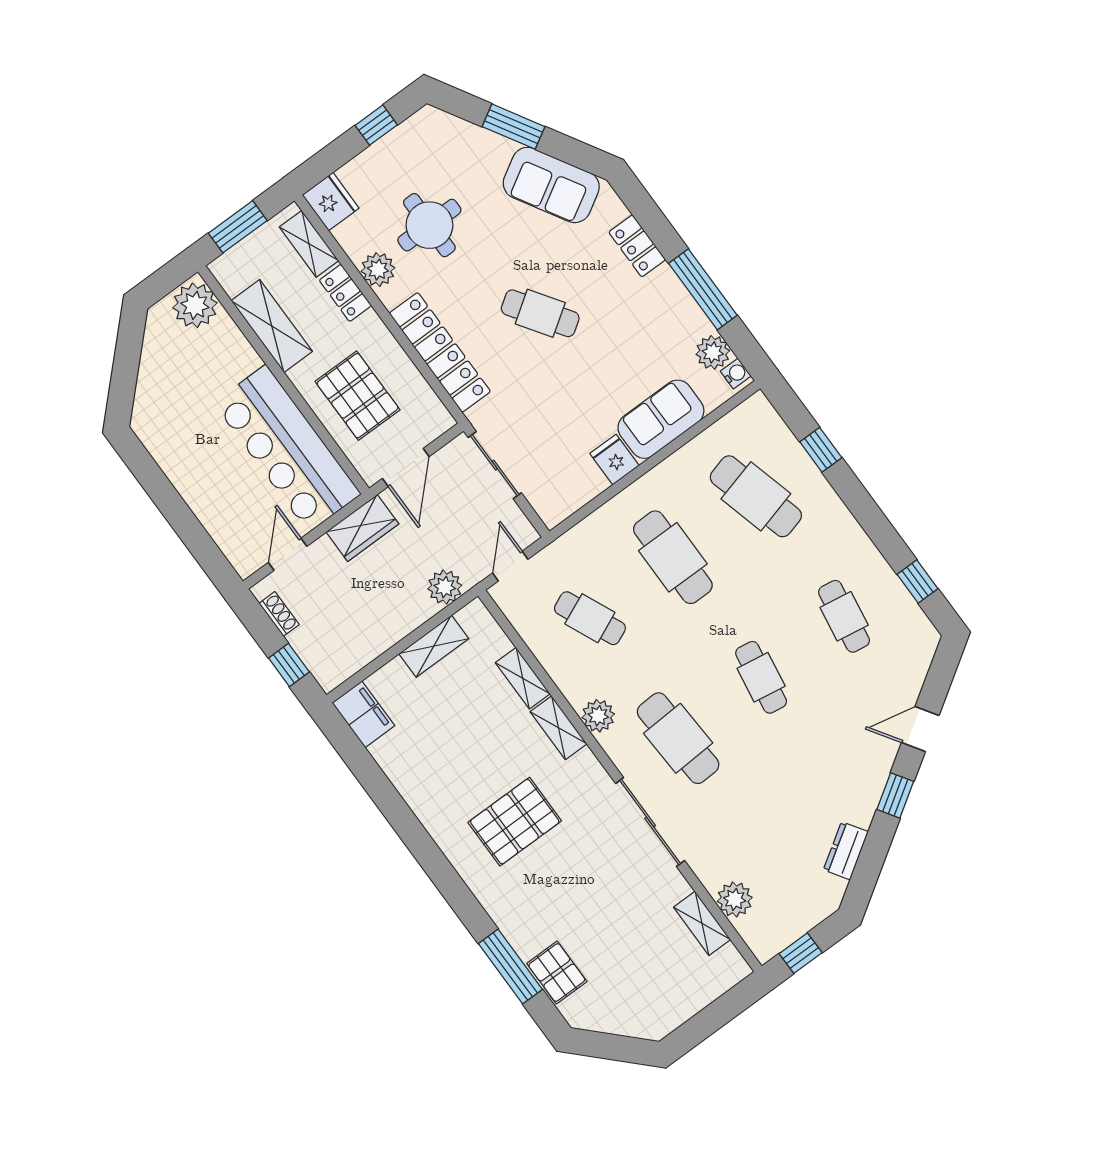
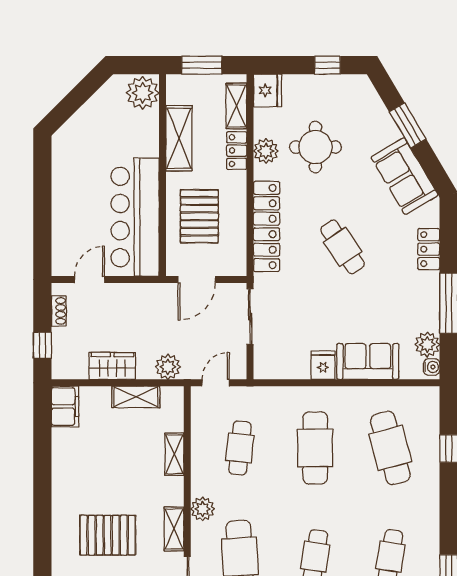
wardrobe: (362, 528) -> (112, 366), moved, turned 180
cafe table: (590, 618) -> (240, 448), turned 30
shelving: (559, 728) -> (174, 529), moved

